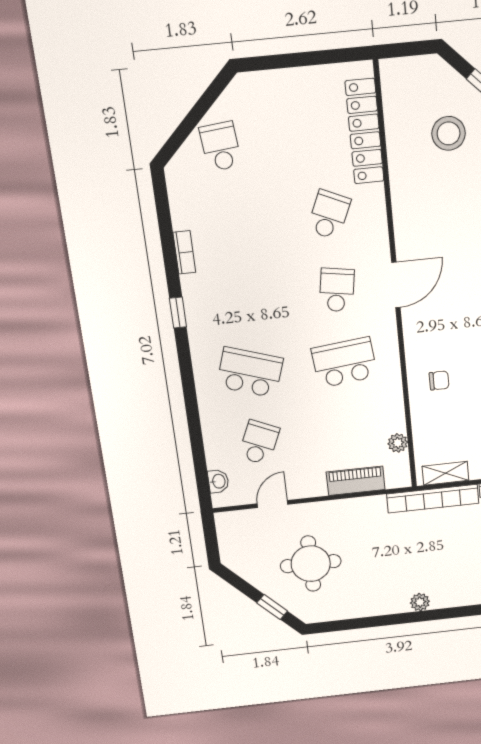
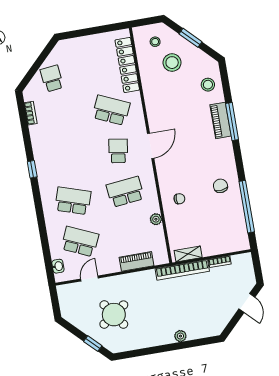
stool: (420, 90) -> (155, 42), added
school desk: (329, 215) -> (111, 110), width x1.85
bookcase: (184, 252) -> (31, 113), moved
school desk: (259, 442) -> (80, 242), width x1.85
plant: (398, 443) -> (156, 219), moved
round table: (311, 564) -> (114, 315), turned -35

